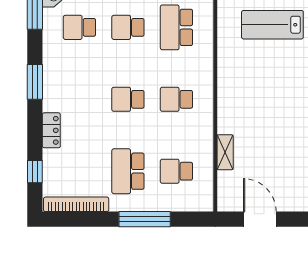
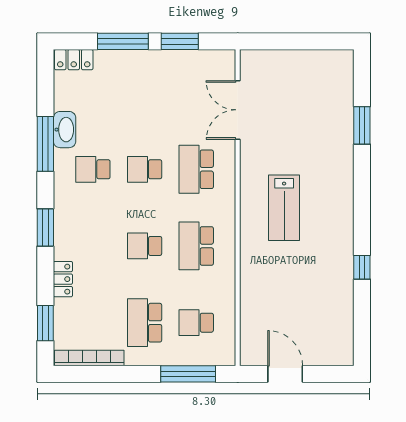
lab bench: (272, 25) -> (284, 208), moved, turned -90
school desk: (176, 99) -> (196, 246), width x1.85
shelving: (225, 152) -> (248, 302), removed
window: (35, 172) -> (45, 323), width x1.50
window: (145, 219) -> (188, 374), moved

